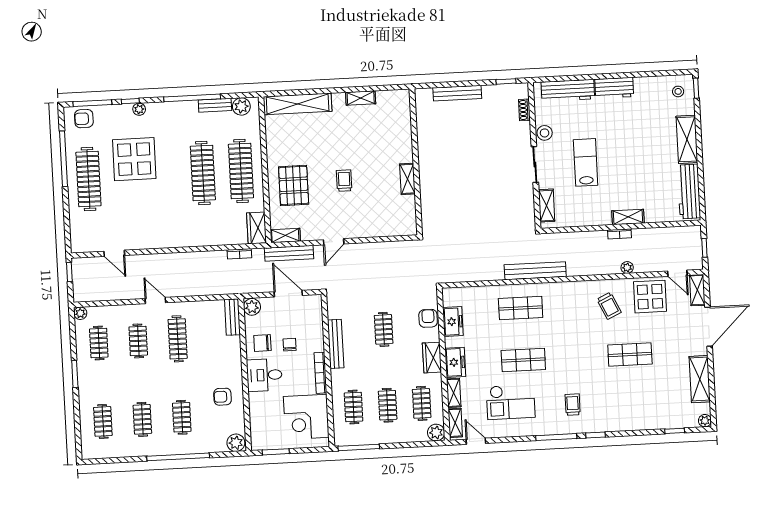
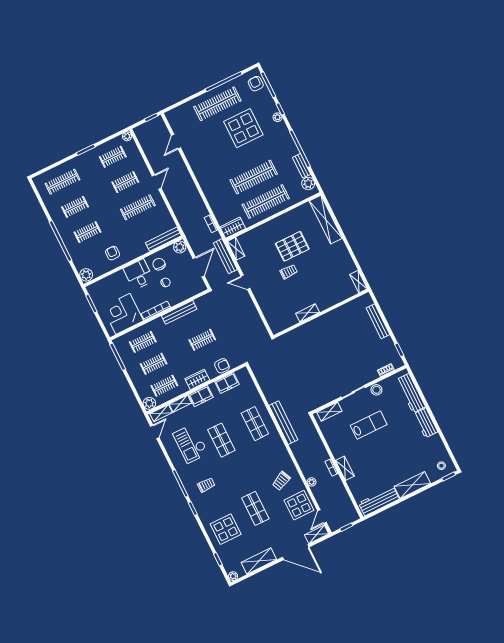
shelving: (361, 98) -> (358, 282), moved
pallet: (294, 185) -> (292, 246), moved
bench: (232, 317) -> (163, 239), width x1.36
display table: (640, 404) -> (226, 529), added
clothes rail: (103, 421) -> (63, 182), width x1.36

